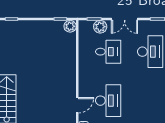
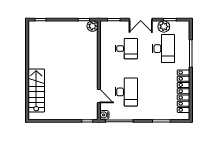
plant: (100, 27) -> (164, 27), moved
door: (77, 105) -> (99, 96), hinge flipped

